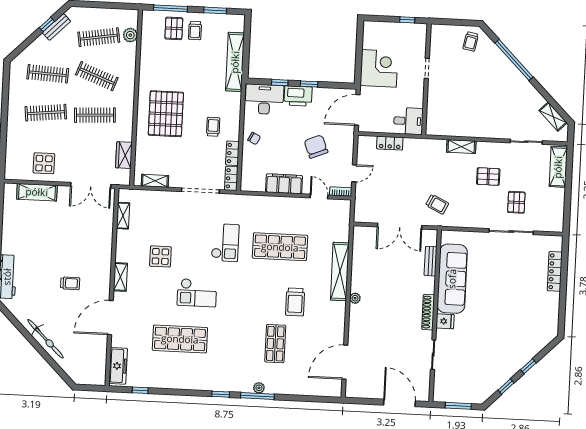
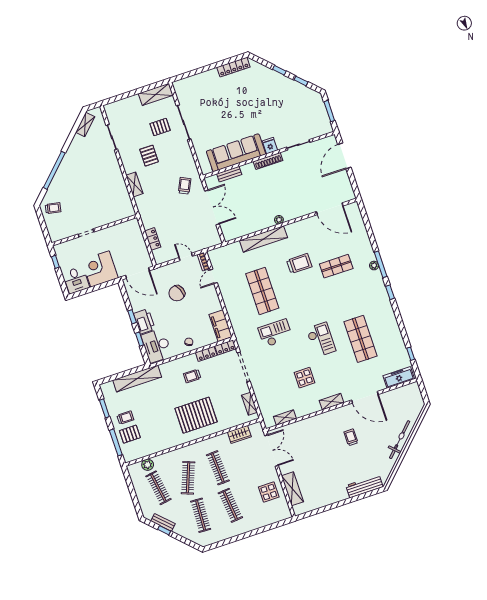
desk: (408, 121) -> (76, 280), moved, turned 180
shelving: (558, 167) -> (156, 94), moved
filing cabinet: (284, 184) -> (221, 326), moved
locker: (555, 271) -> (233, 67), moved

